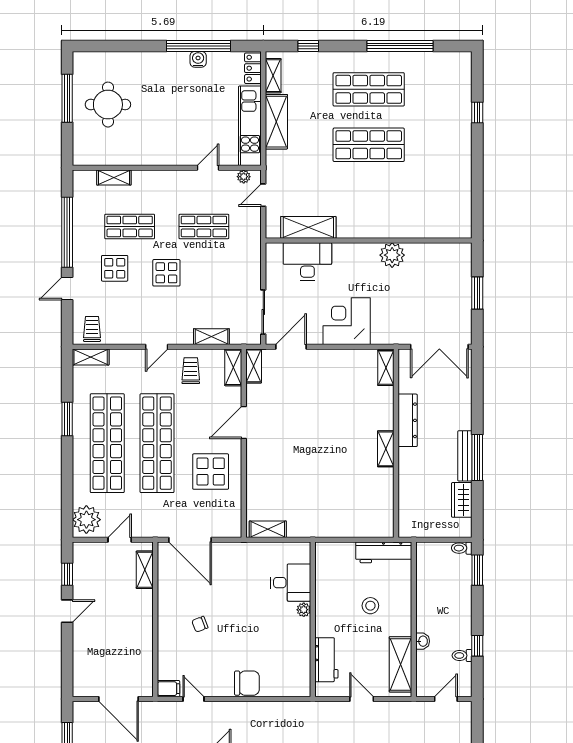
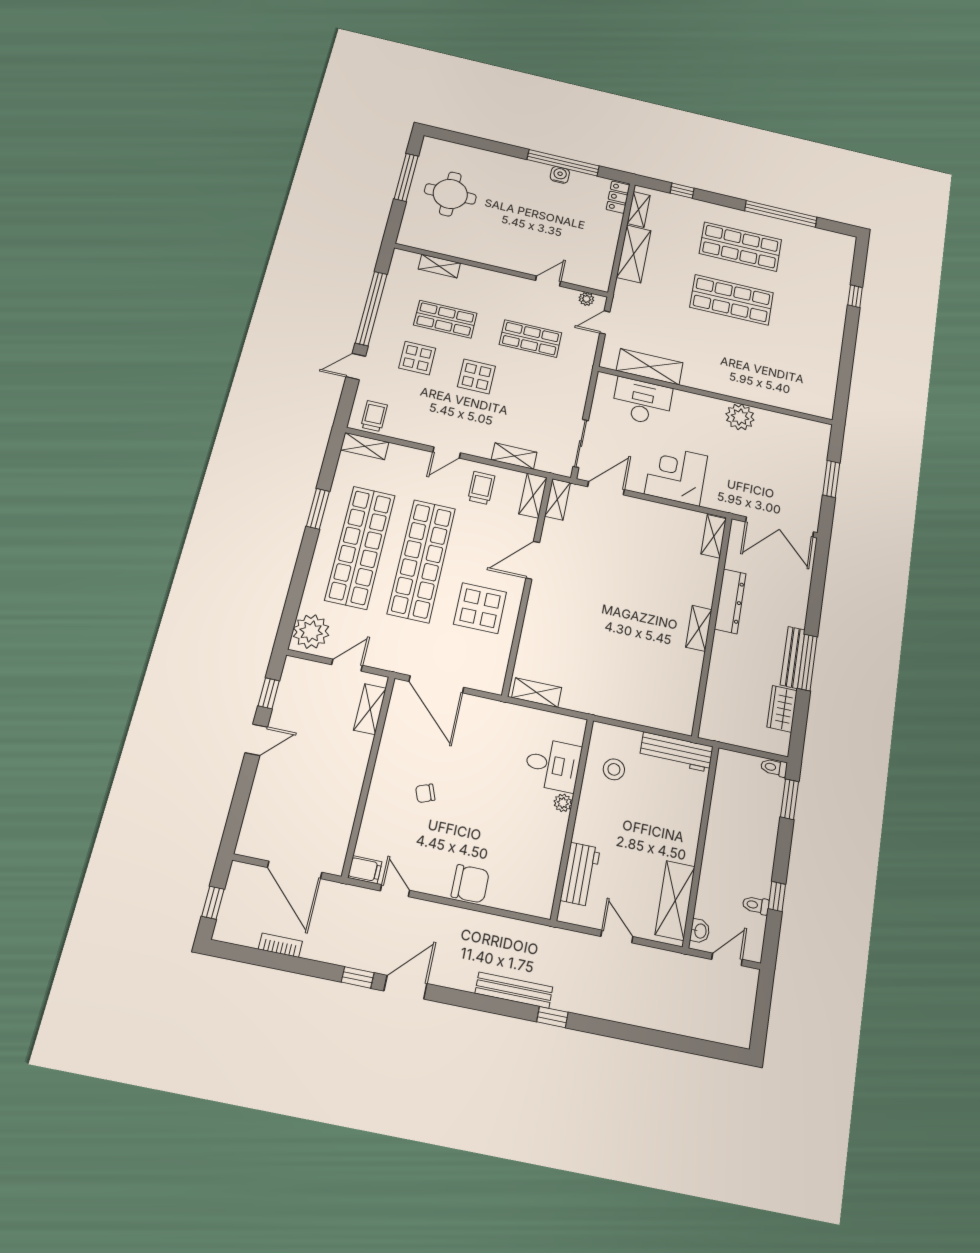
kitchen unit: (250, 126) -> (604, 251), removed
stool: (370, 606) -> (614, 769), moved
washbasin: (423, 641) -> (700, 931), moved

